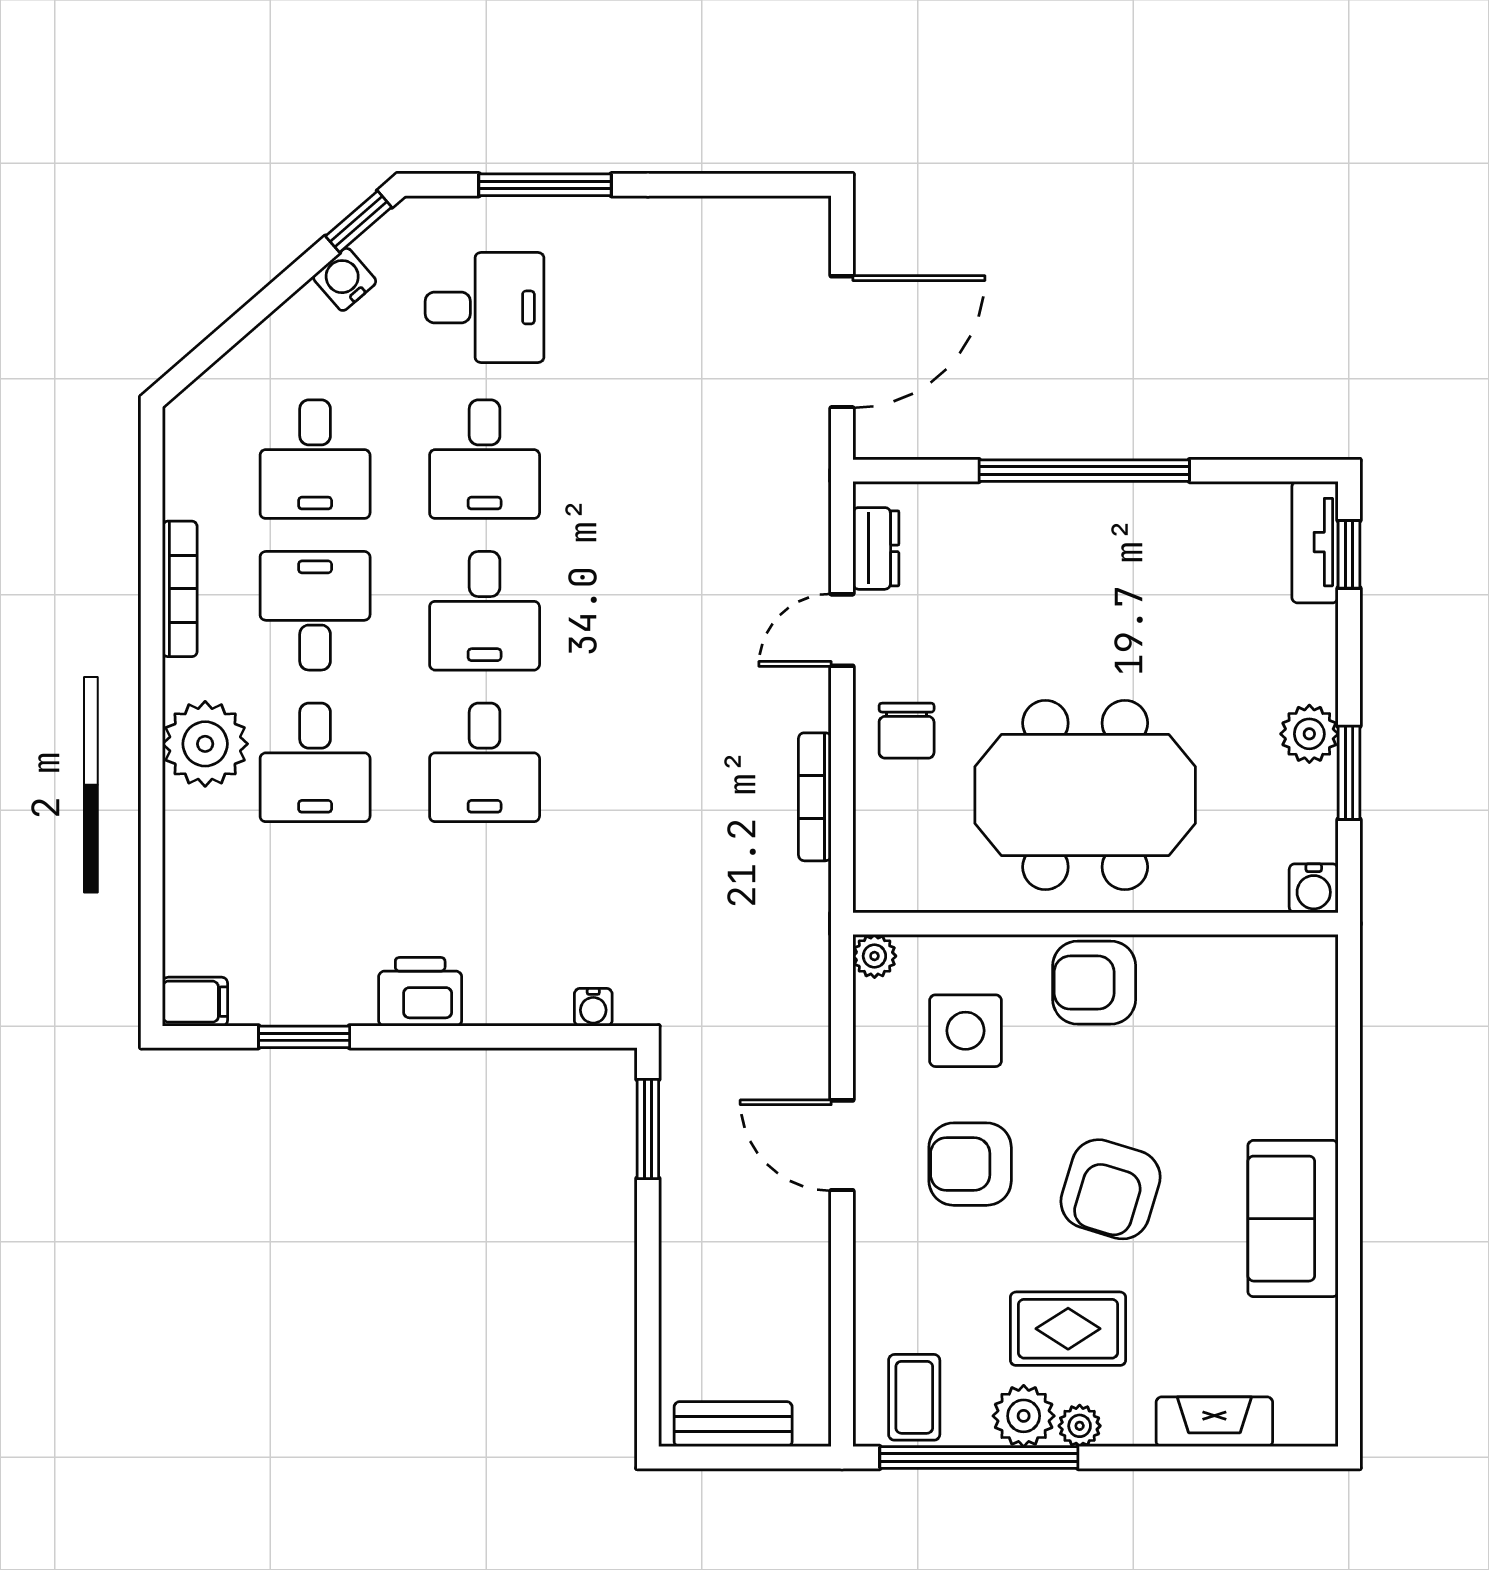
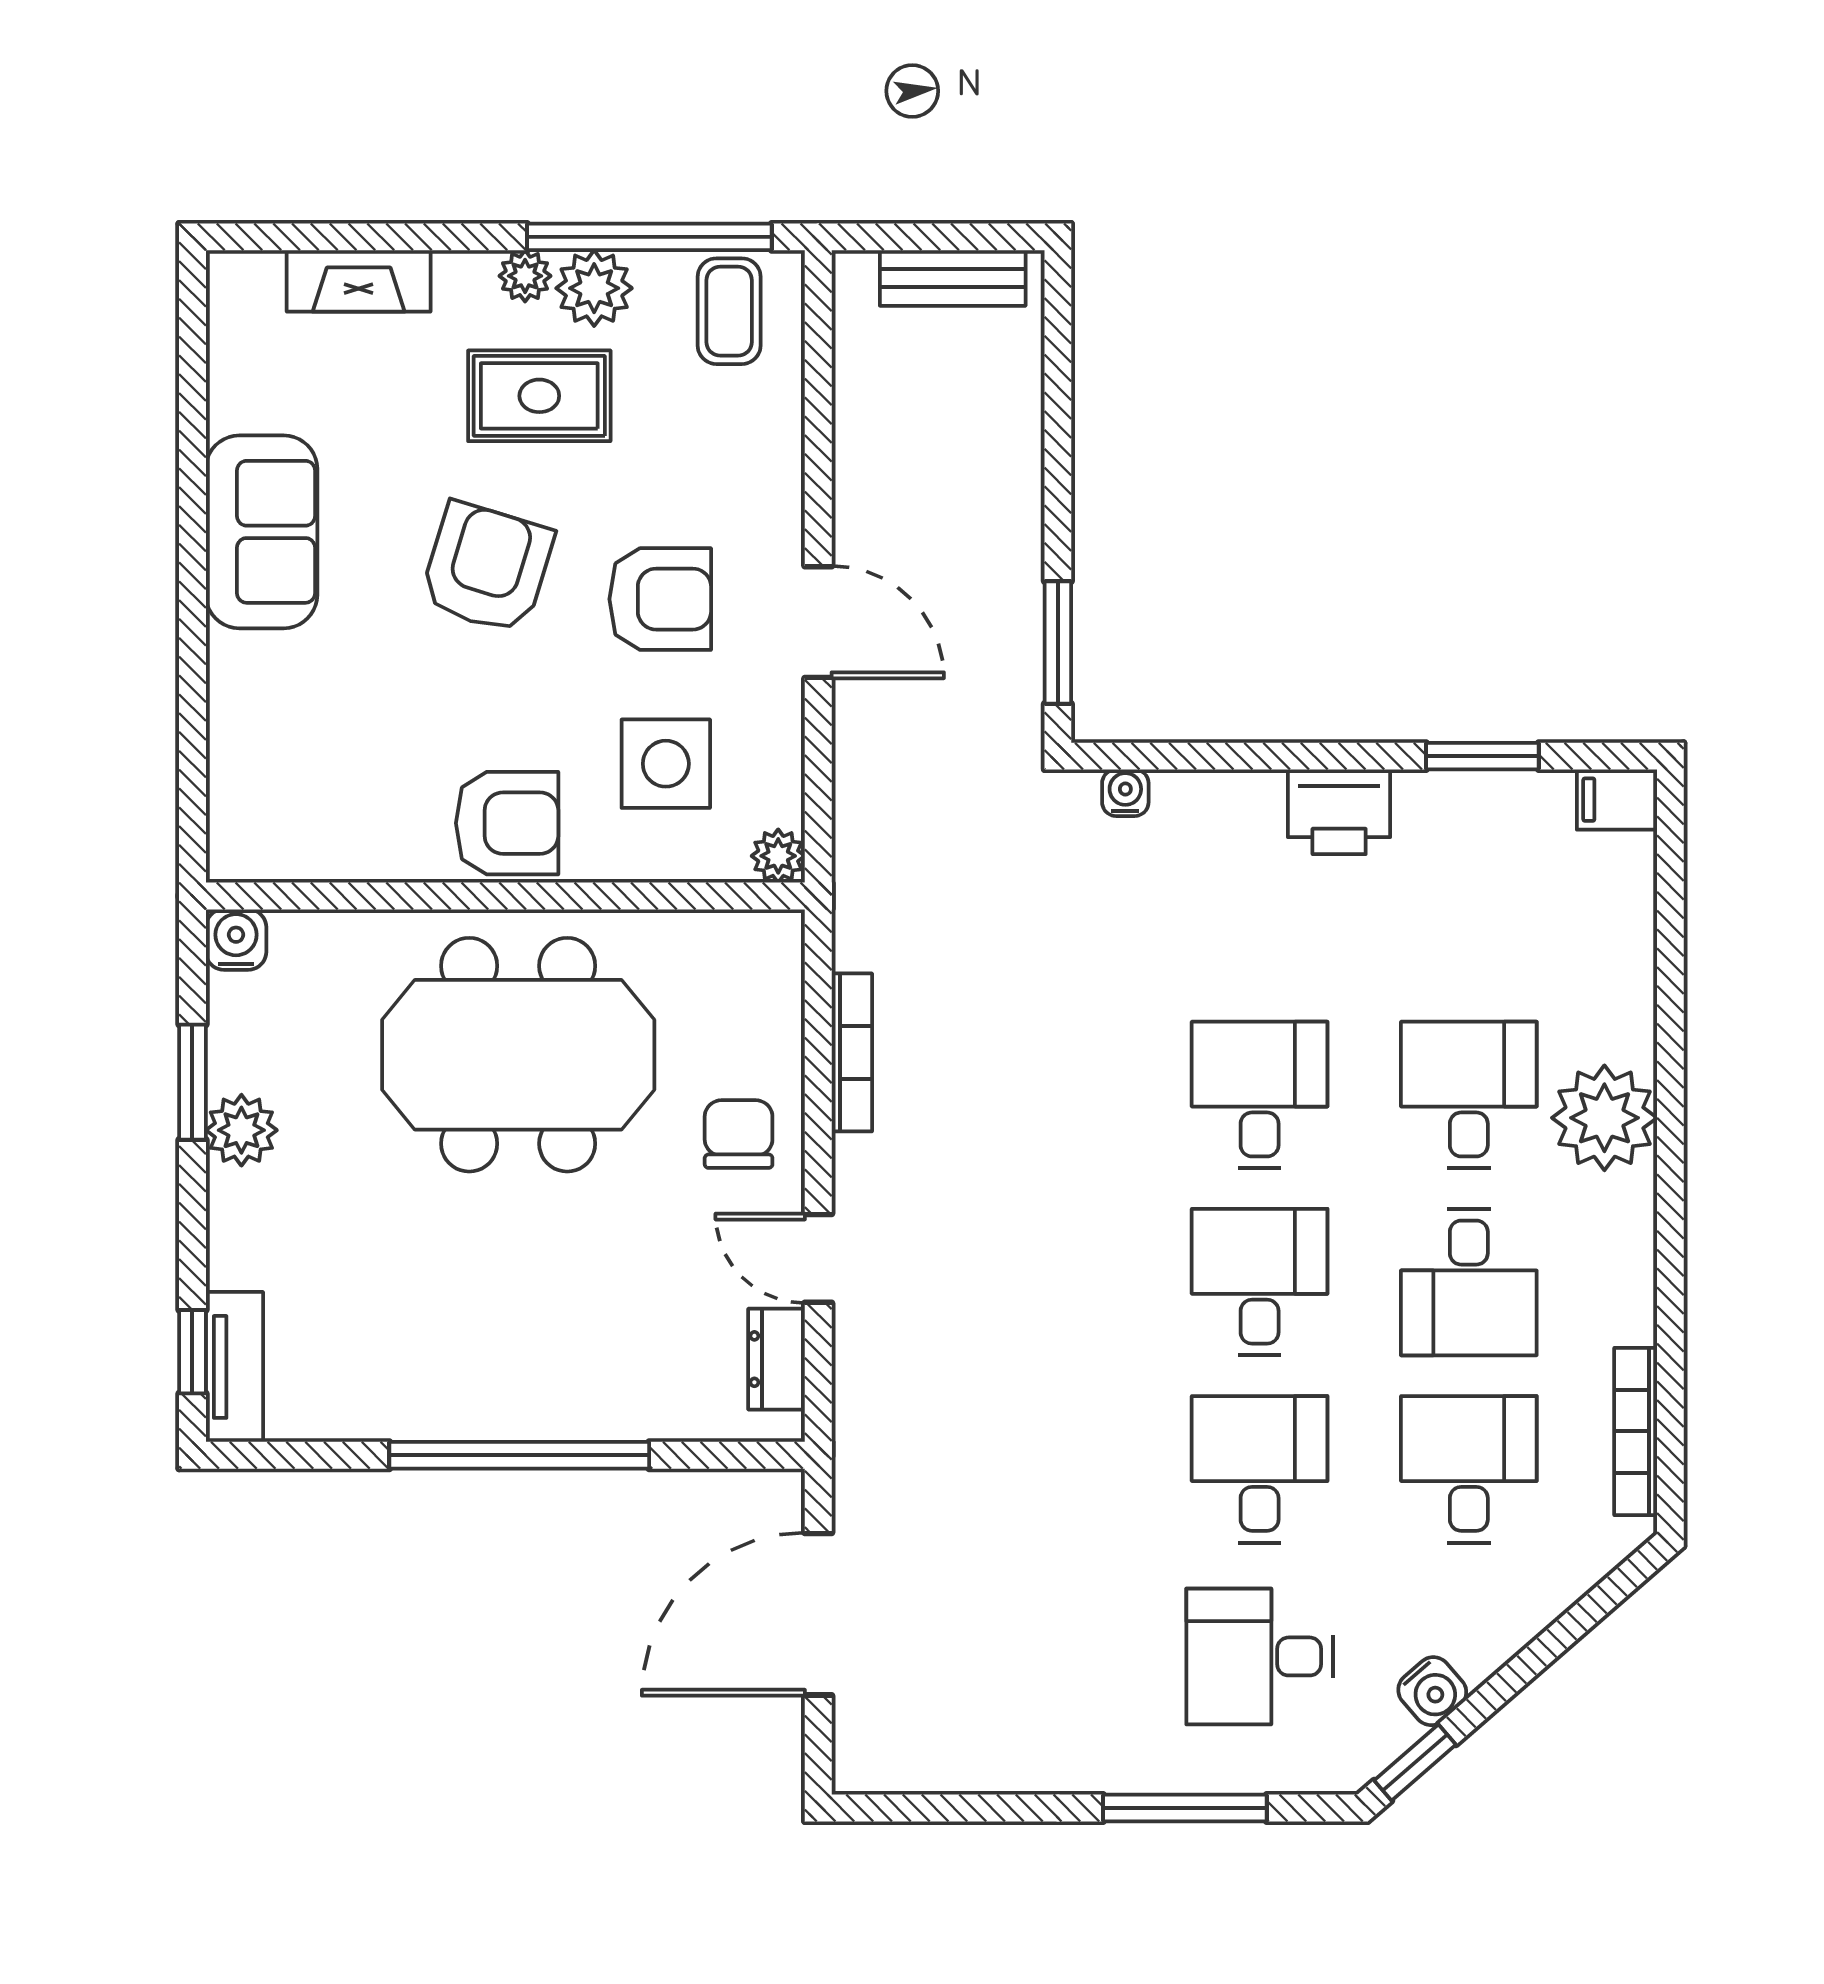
bookcase: (180, 589) -> (1636, 1431), moved
door: (842, 630) -> (818, 1258), swing flipped

